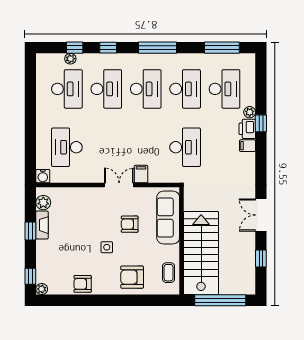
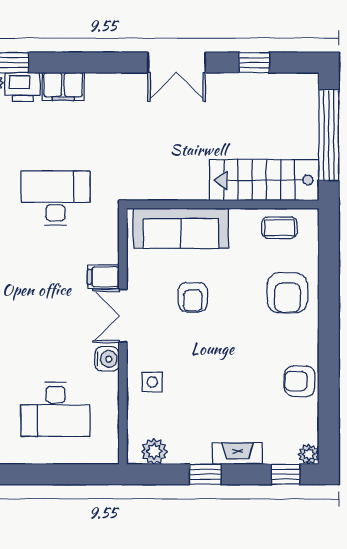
filing cabinet: (248, 146) -> (63, 87), width x2.00
water cooler: (43, 176) -> (107, 359), moved
fireplace: (42, 225) -> (238, 454), moved
side table: (107, 247) -> (152, 382), moved
stairs: (201, 253) -> (264, 180), width x0.73, depth x0.66
armchair: (83, 284) -> (300, 381), turned 92

